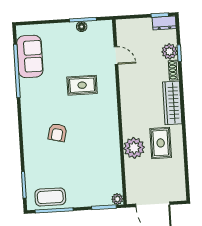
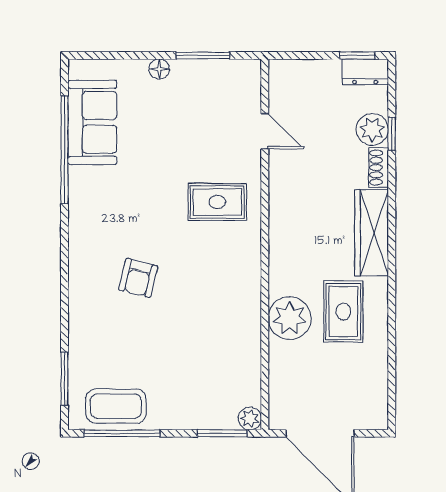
floor lamp: (82, 27) -> (159, 69), moved
rug: (82, 85) -> (217, 202), moved

